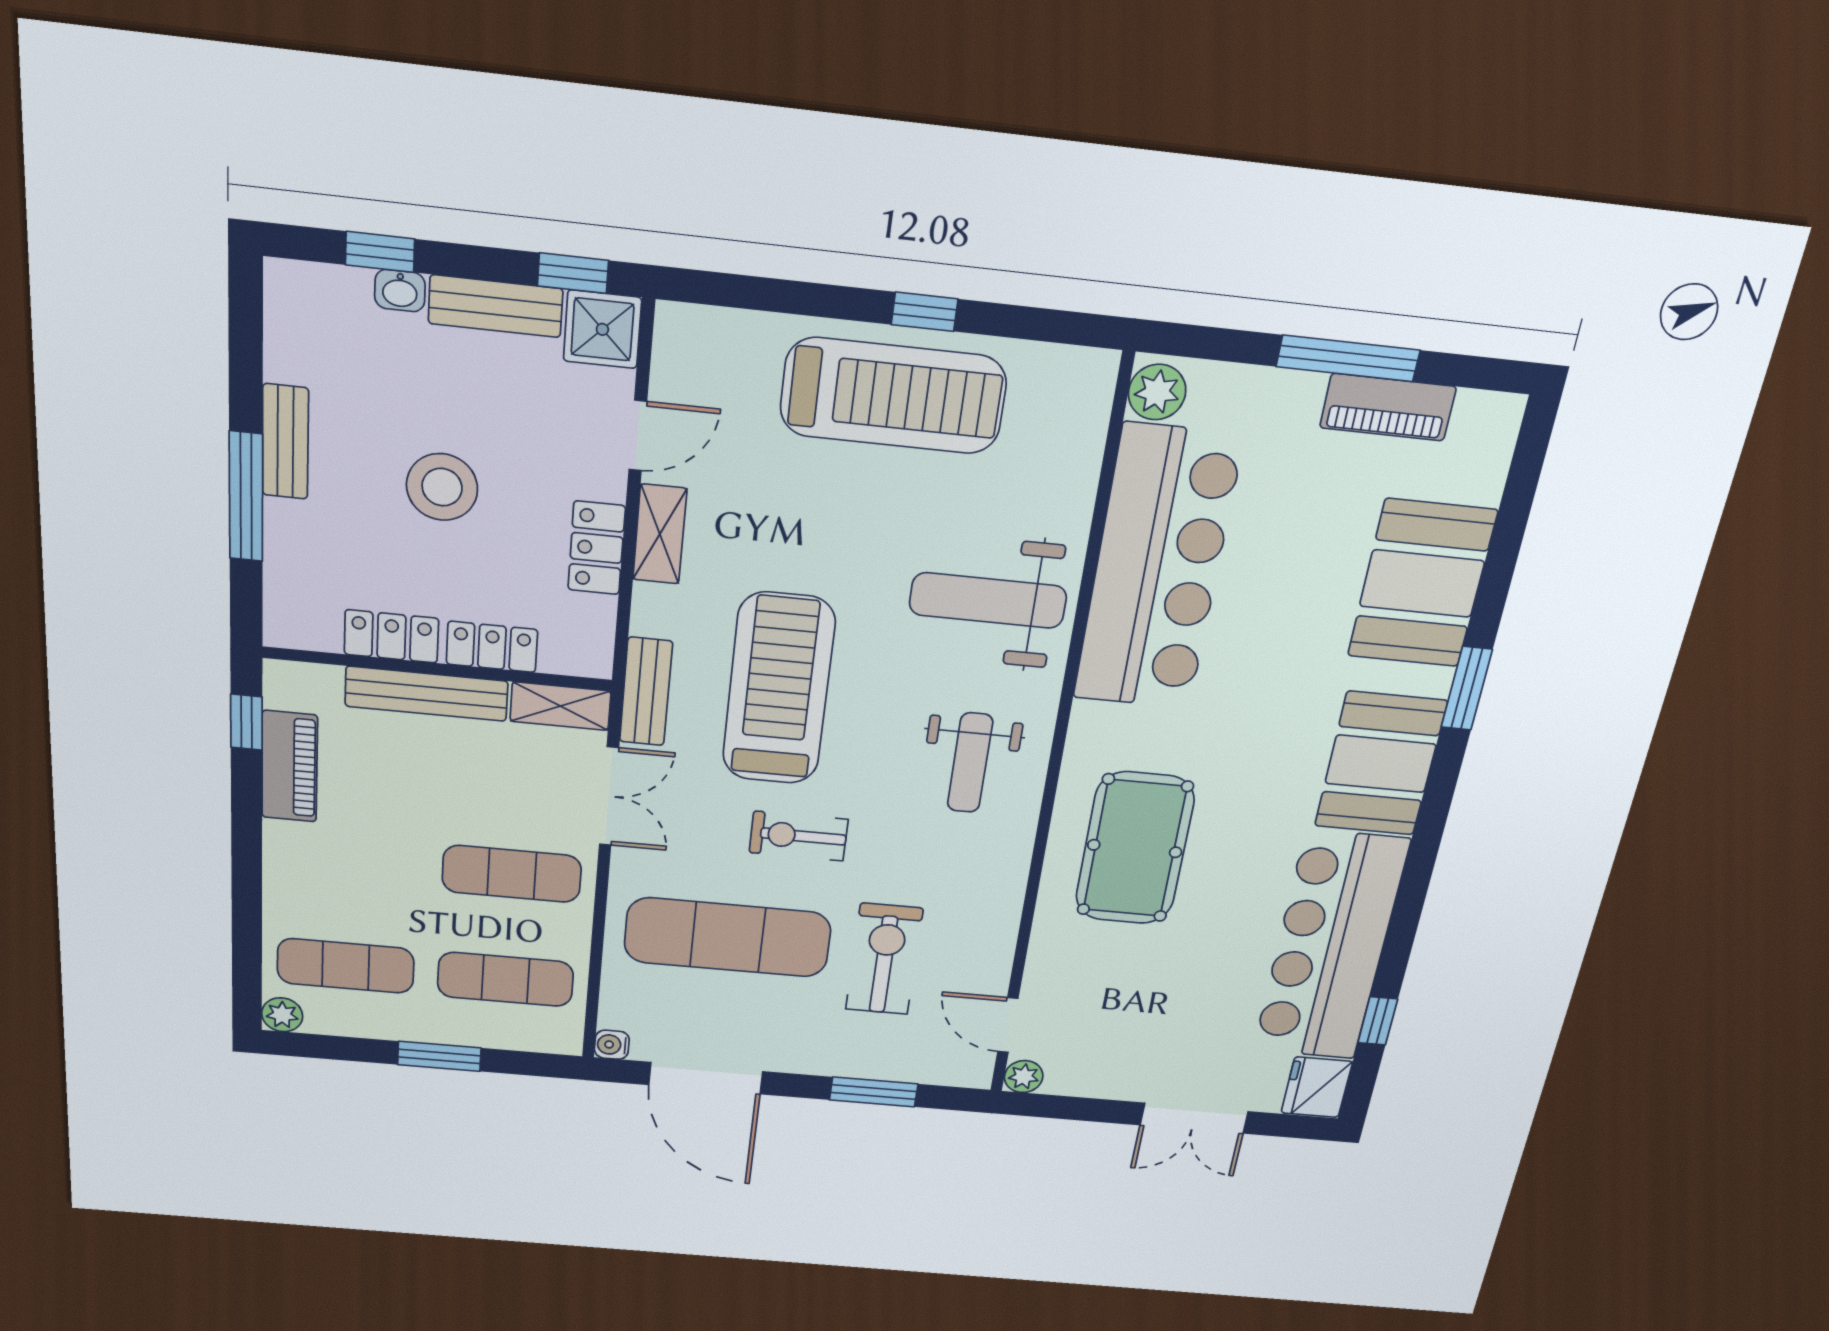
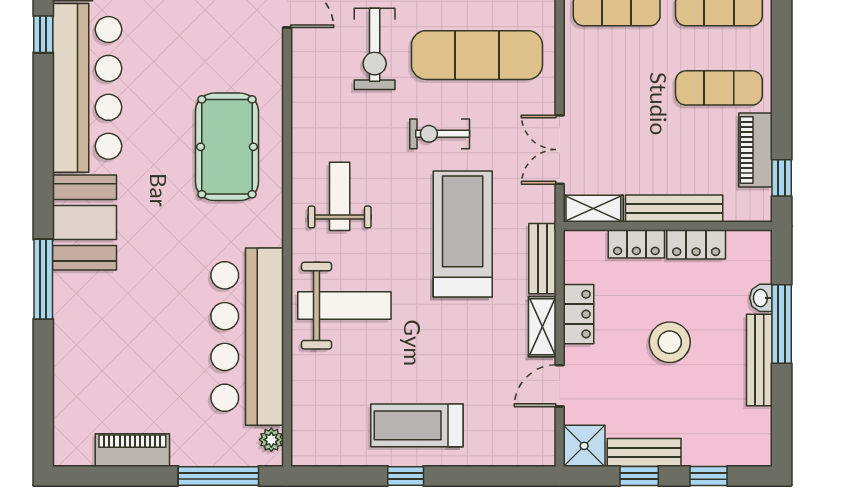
window: (573, 273) -> (639, 476), moved
washbasin: (400, 291) -> (761, 298), moved, turned -90
window: (1348, 358) -> (218, 476), moved
plant: (1157, 392) -> (271, 440), width x0.73, depth x0.73
treadmill: (893, 396) -> (417, 425), width x0.73, depth x0.73
bench: (285, 442) -> (759, 360), width x1.36
booth: (1422, 584) -> (87, 344), removed
window: (1467, 688) -> (43, 279), width x1.44
treadmill: (779, 689) -> (463, 234), turned 180
bench: (646, 692) -> (542, 259), moved
exercise bike: (799, 836) -> (440, 134), turned 180
exercise mat: (512, 874) -> (719, 88), moved

